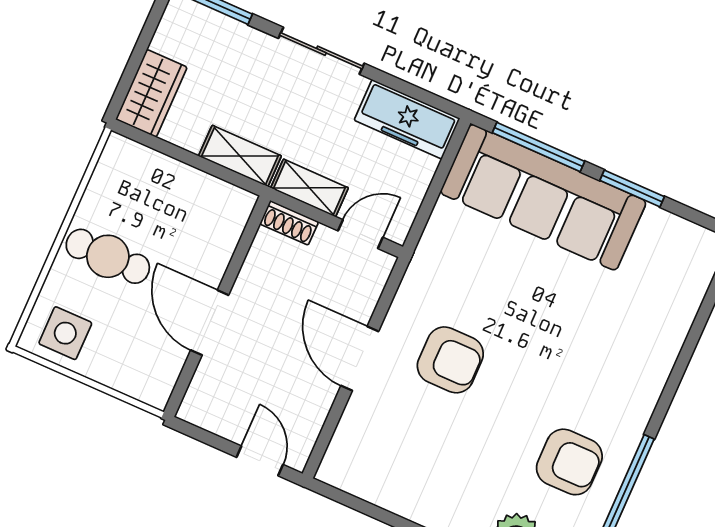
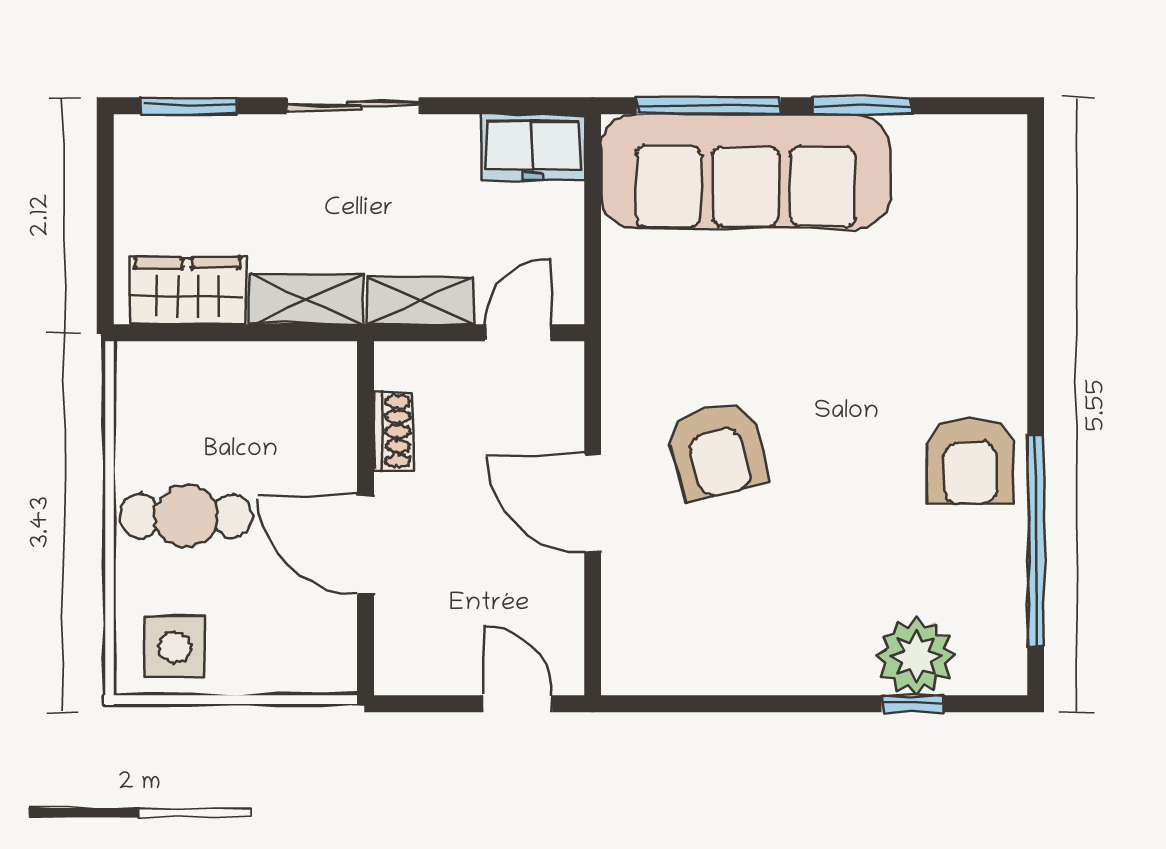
wardrobe: (151, 93) -> (187, 291), moved, turned -90
freezer: (407, 119) -> (533, 148), width x0.71
shoe rack: (289, 223) -> (393, 431), moved, turned -90
armchair: (450, 360) -> (717, 450), turned 75
armchair: (569, 462) -> (970, 461), moved, turned 90

